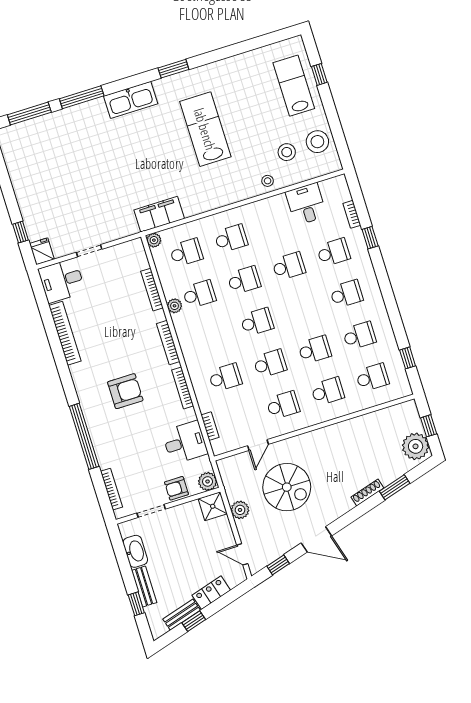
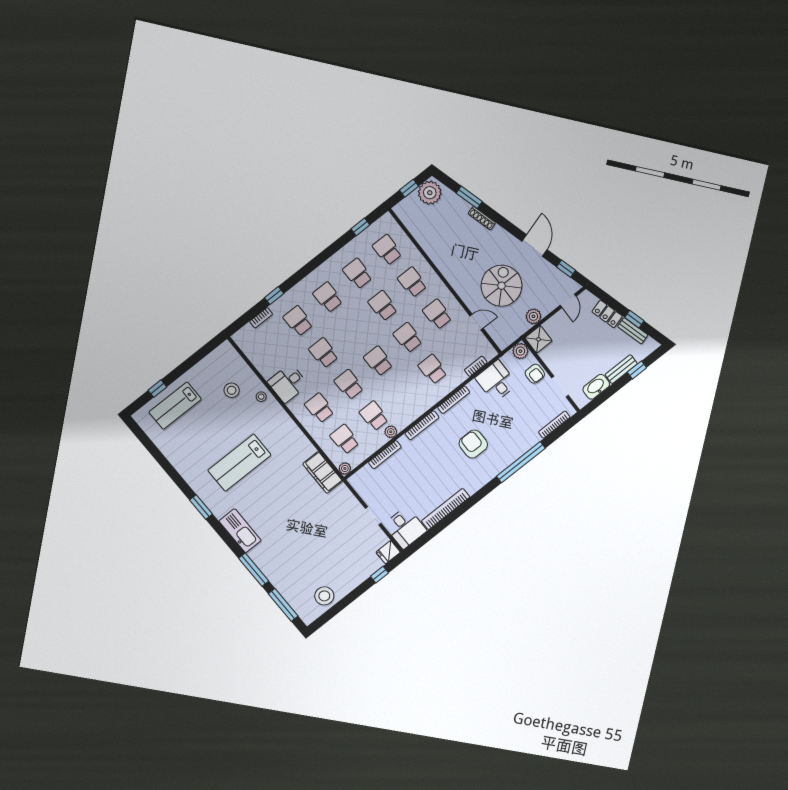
stool: (317, 142) -> (324, 596), moved
desk: (306, 204) -> (288, 383), moved

